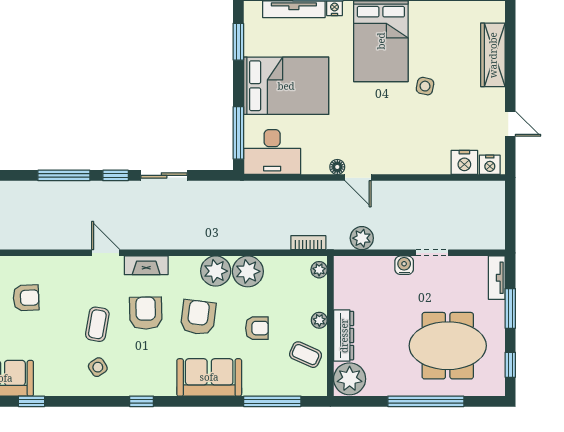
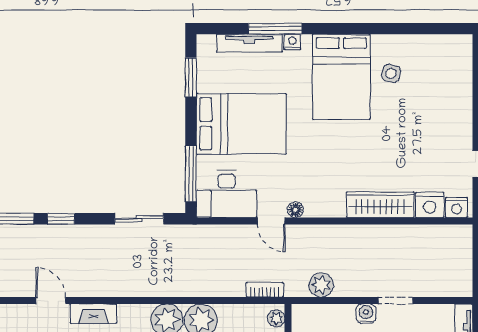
wardrobe: (493, 55) -> (380, 205), moved, turned 90
side table: (425, 86) -> (391, 73), moved
sliding door: (164, 175) -> (139, 219), moved
door: (358, 178) -> (271, 221), moved

